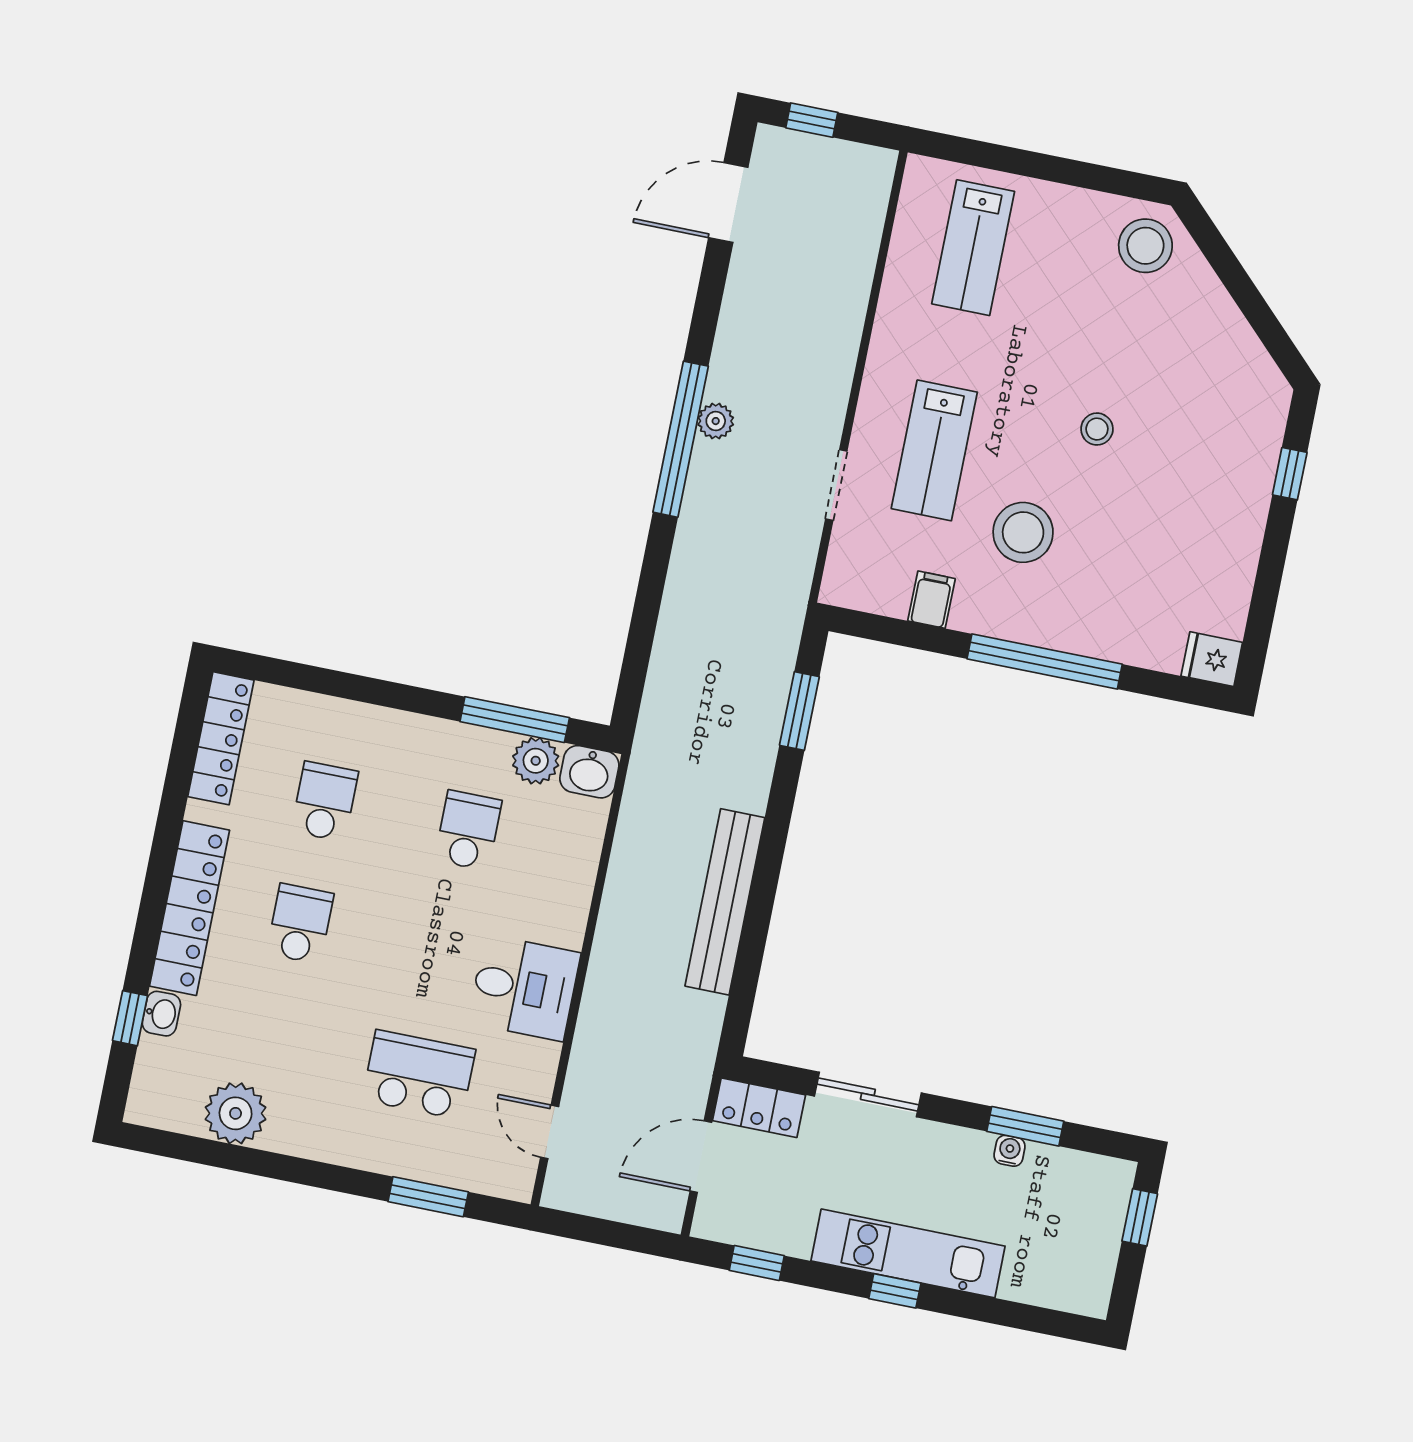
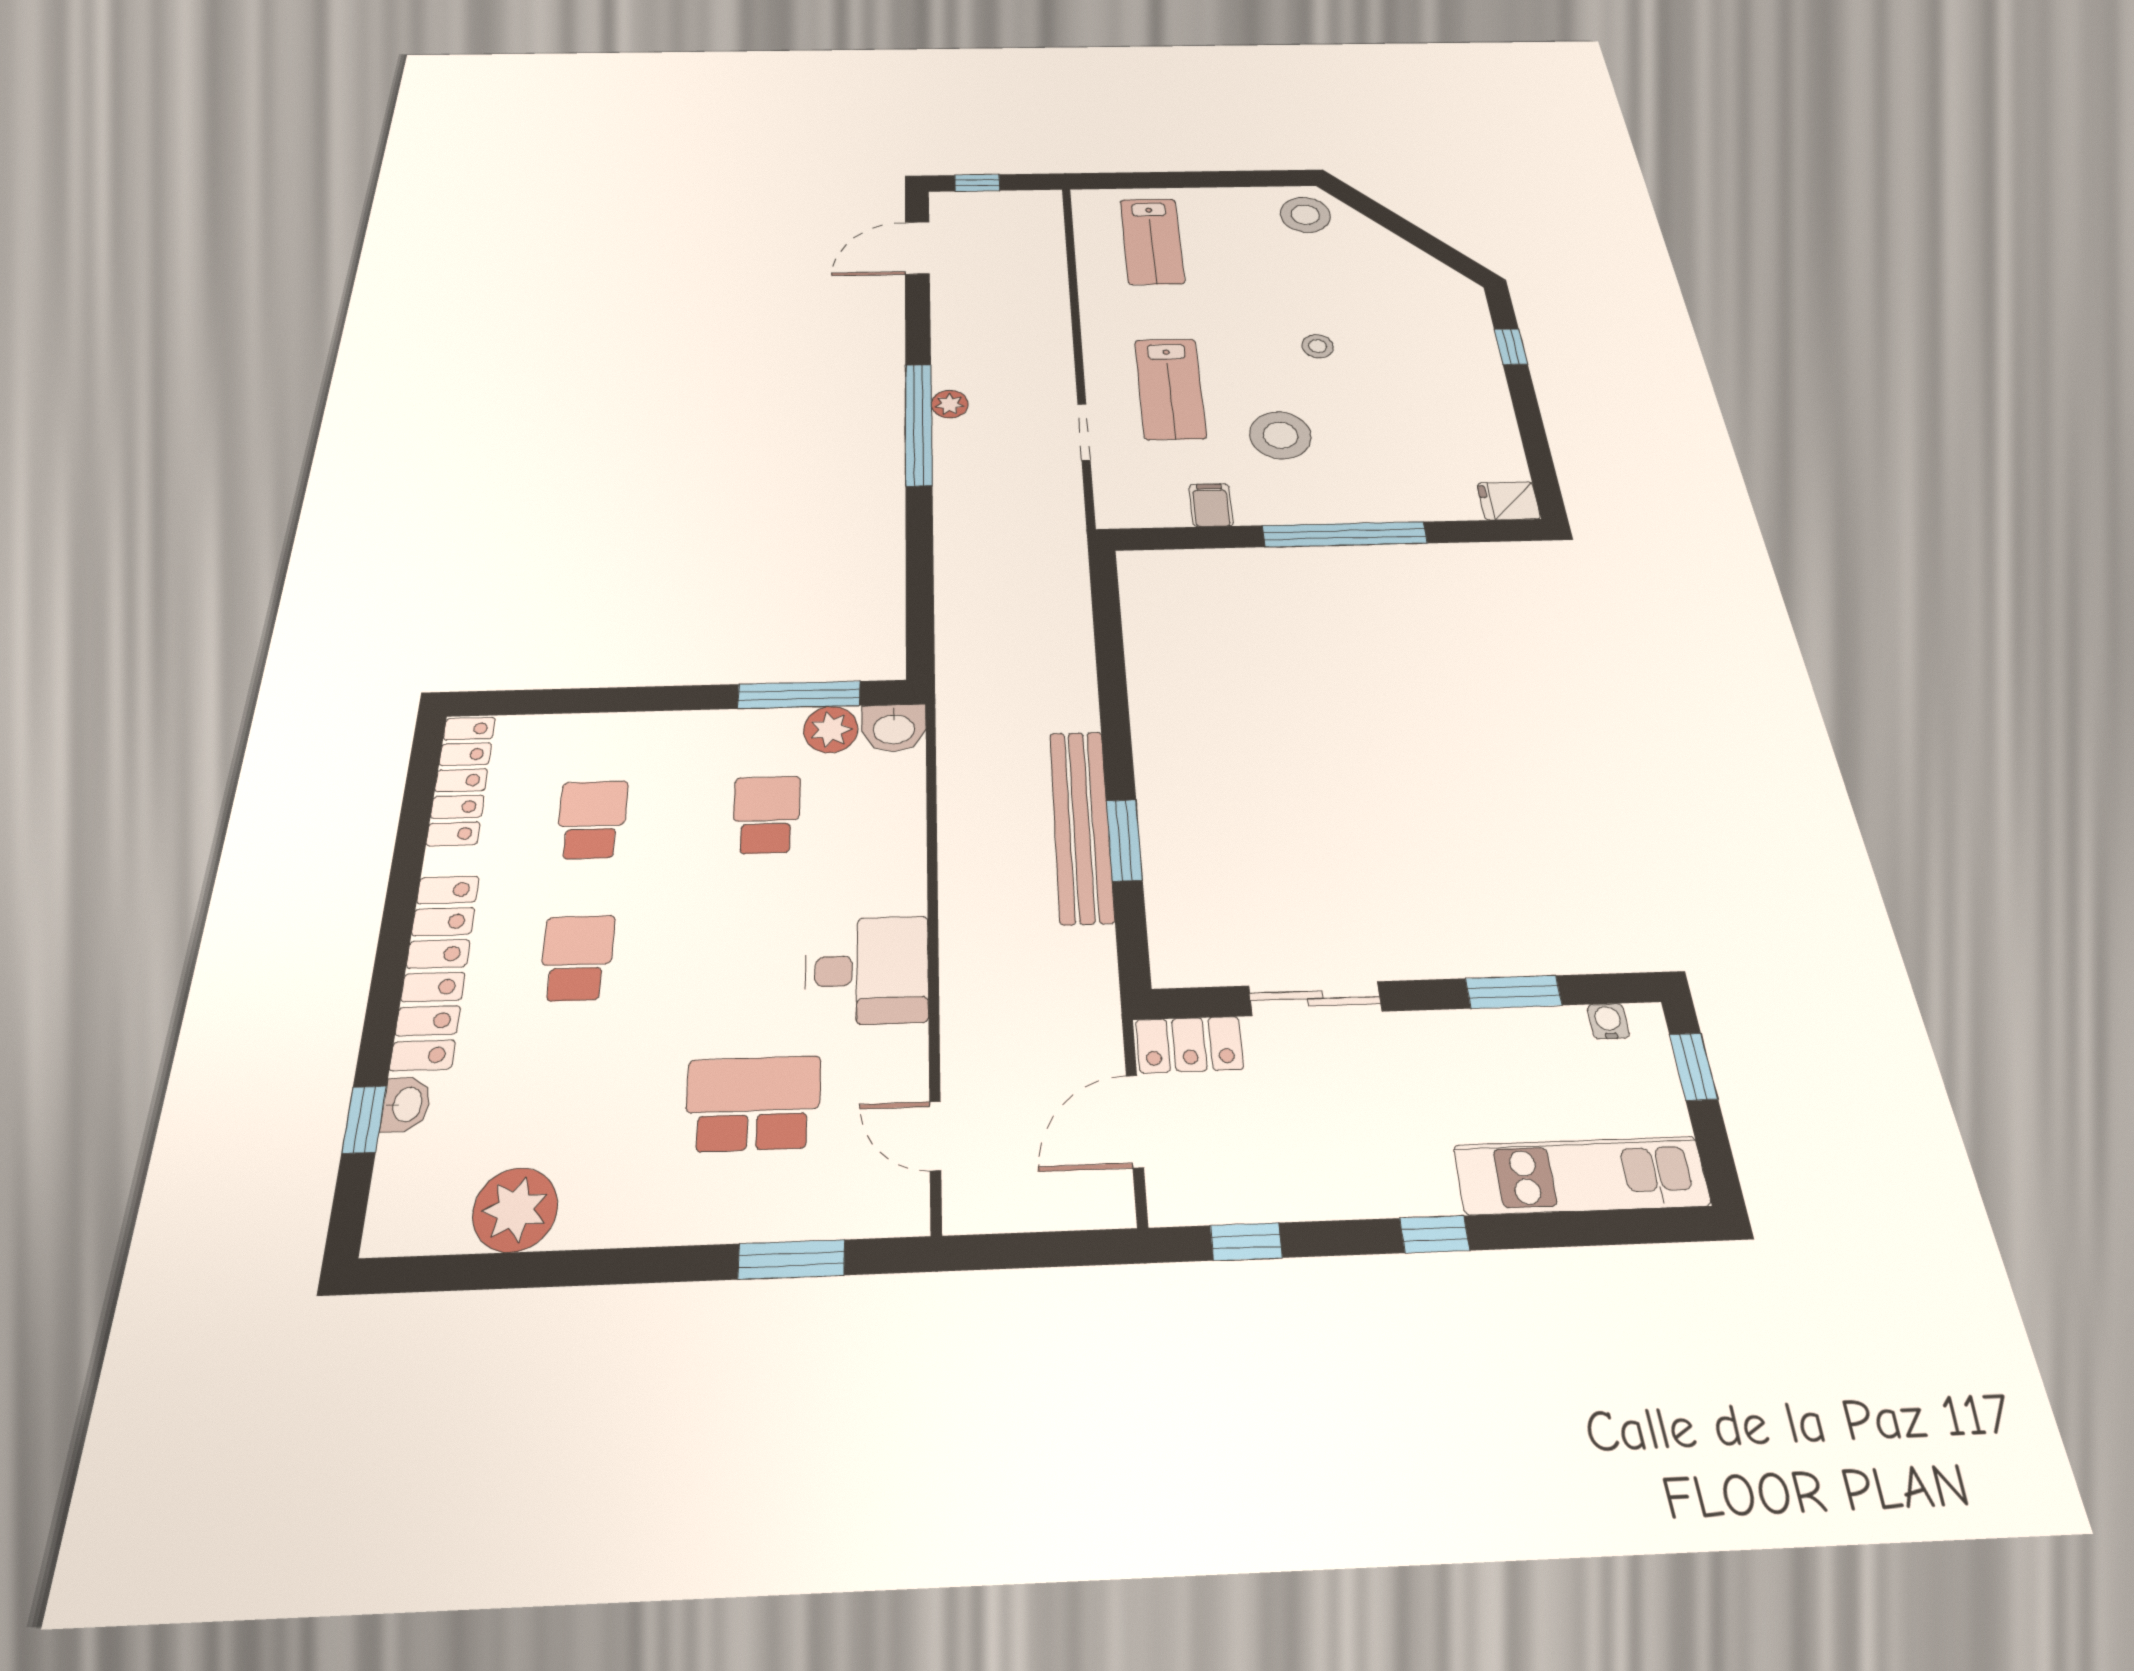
window: (799, 711) -> (1124, 840), moved
water cooler: (1009, 1151) -> (1608, 1021), moved
kitchen unit: (908, 1253) -> (1581, 1175), moved

